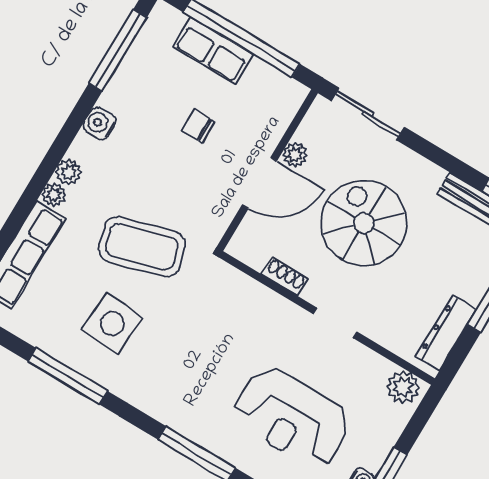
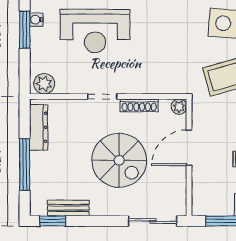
plant: (295, 155) -> (179, 107), moved
shoe rack: (285, 276) -> (139, 105), width x1.43
reception desk: (292, 417) -> (95, 31), turned 180

